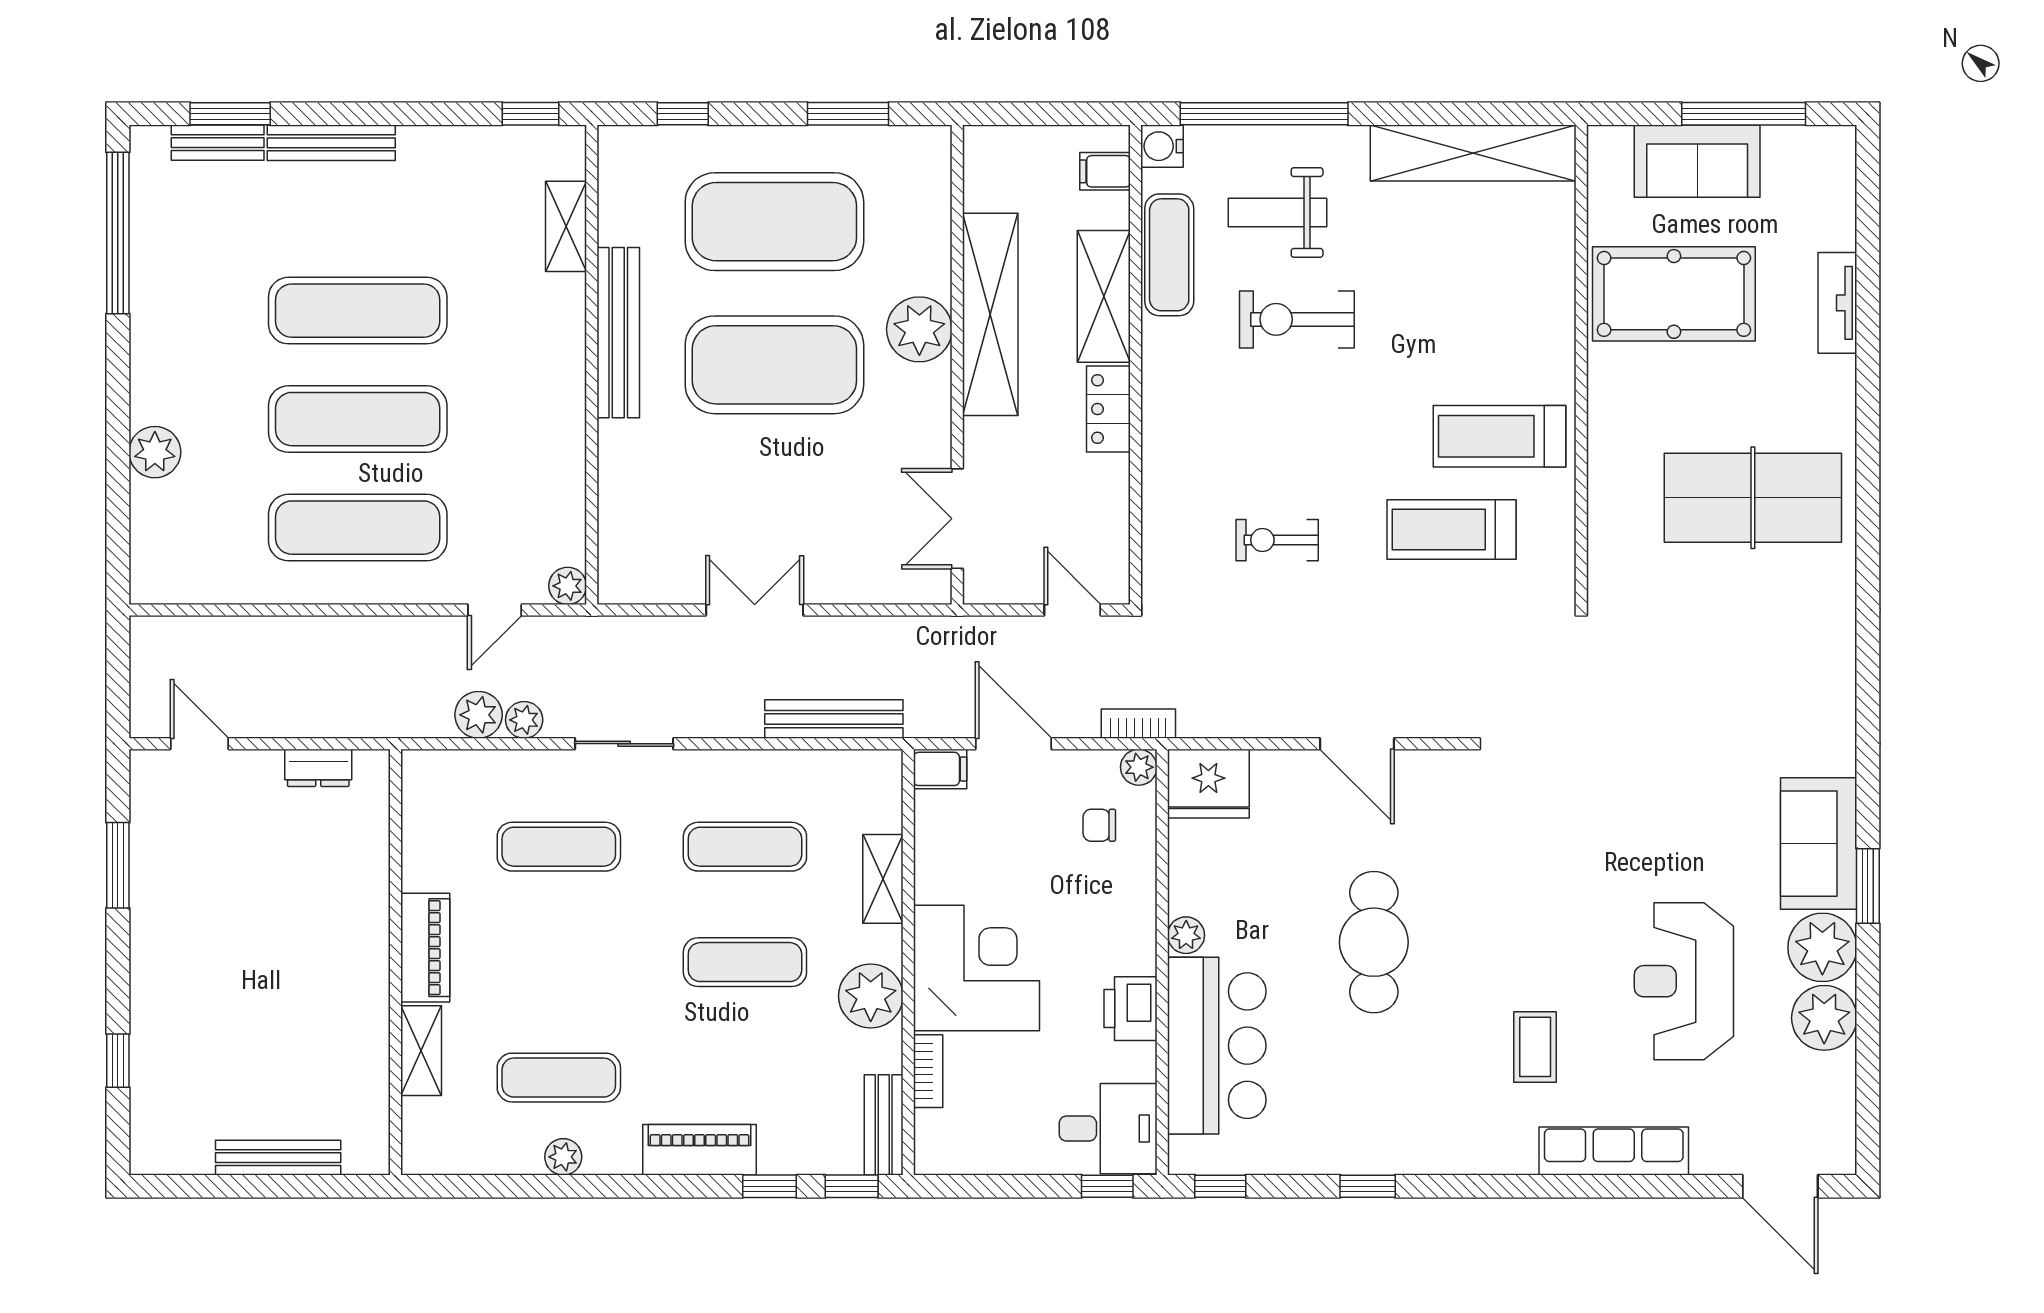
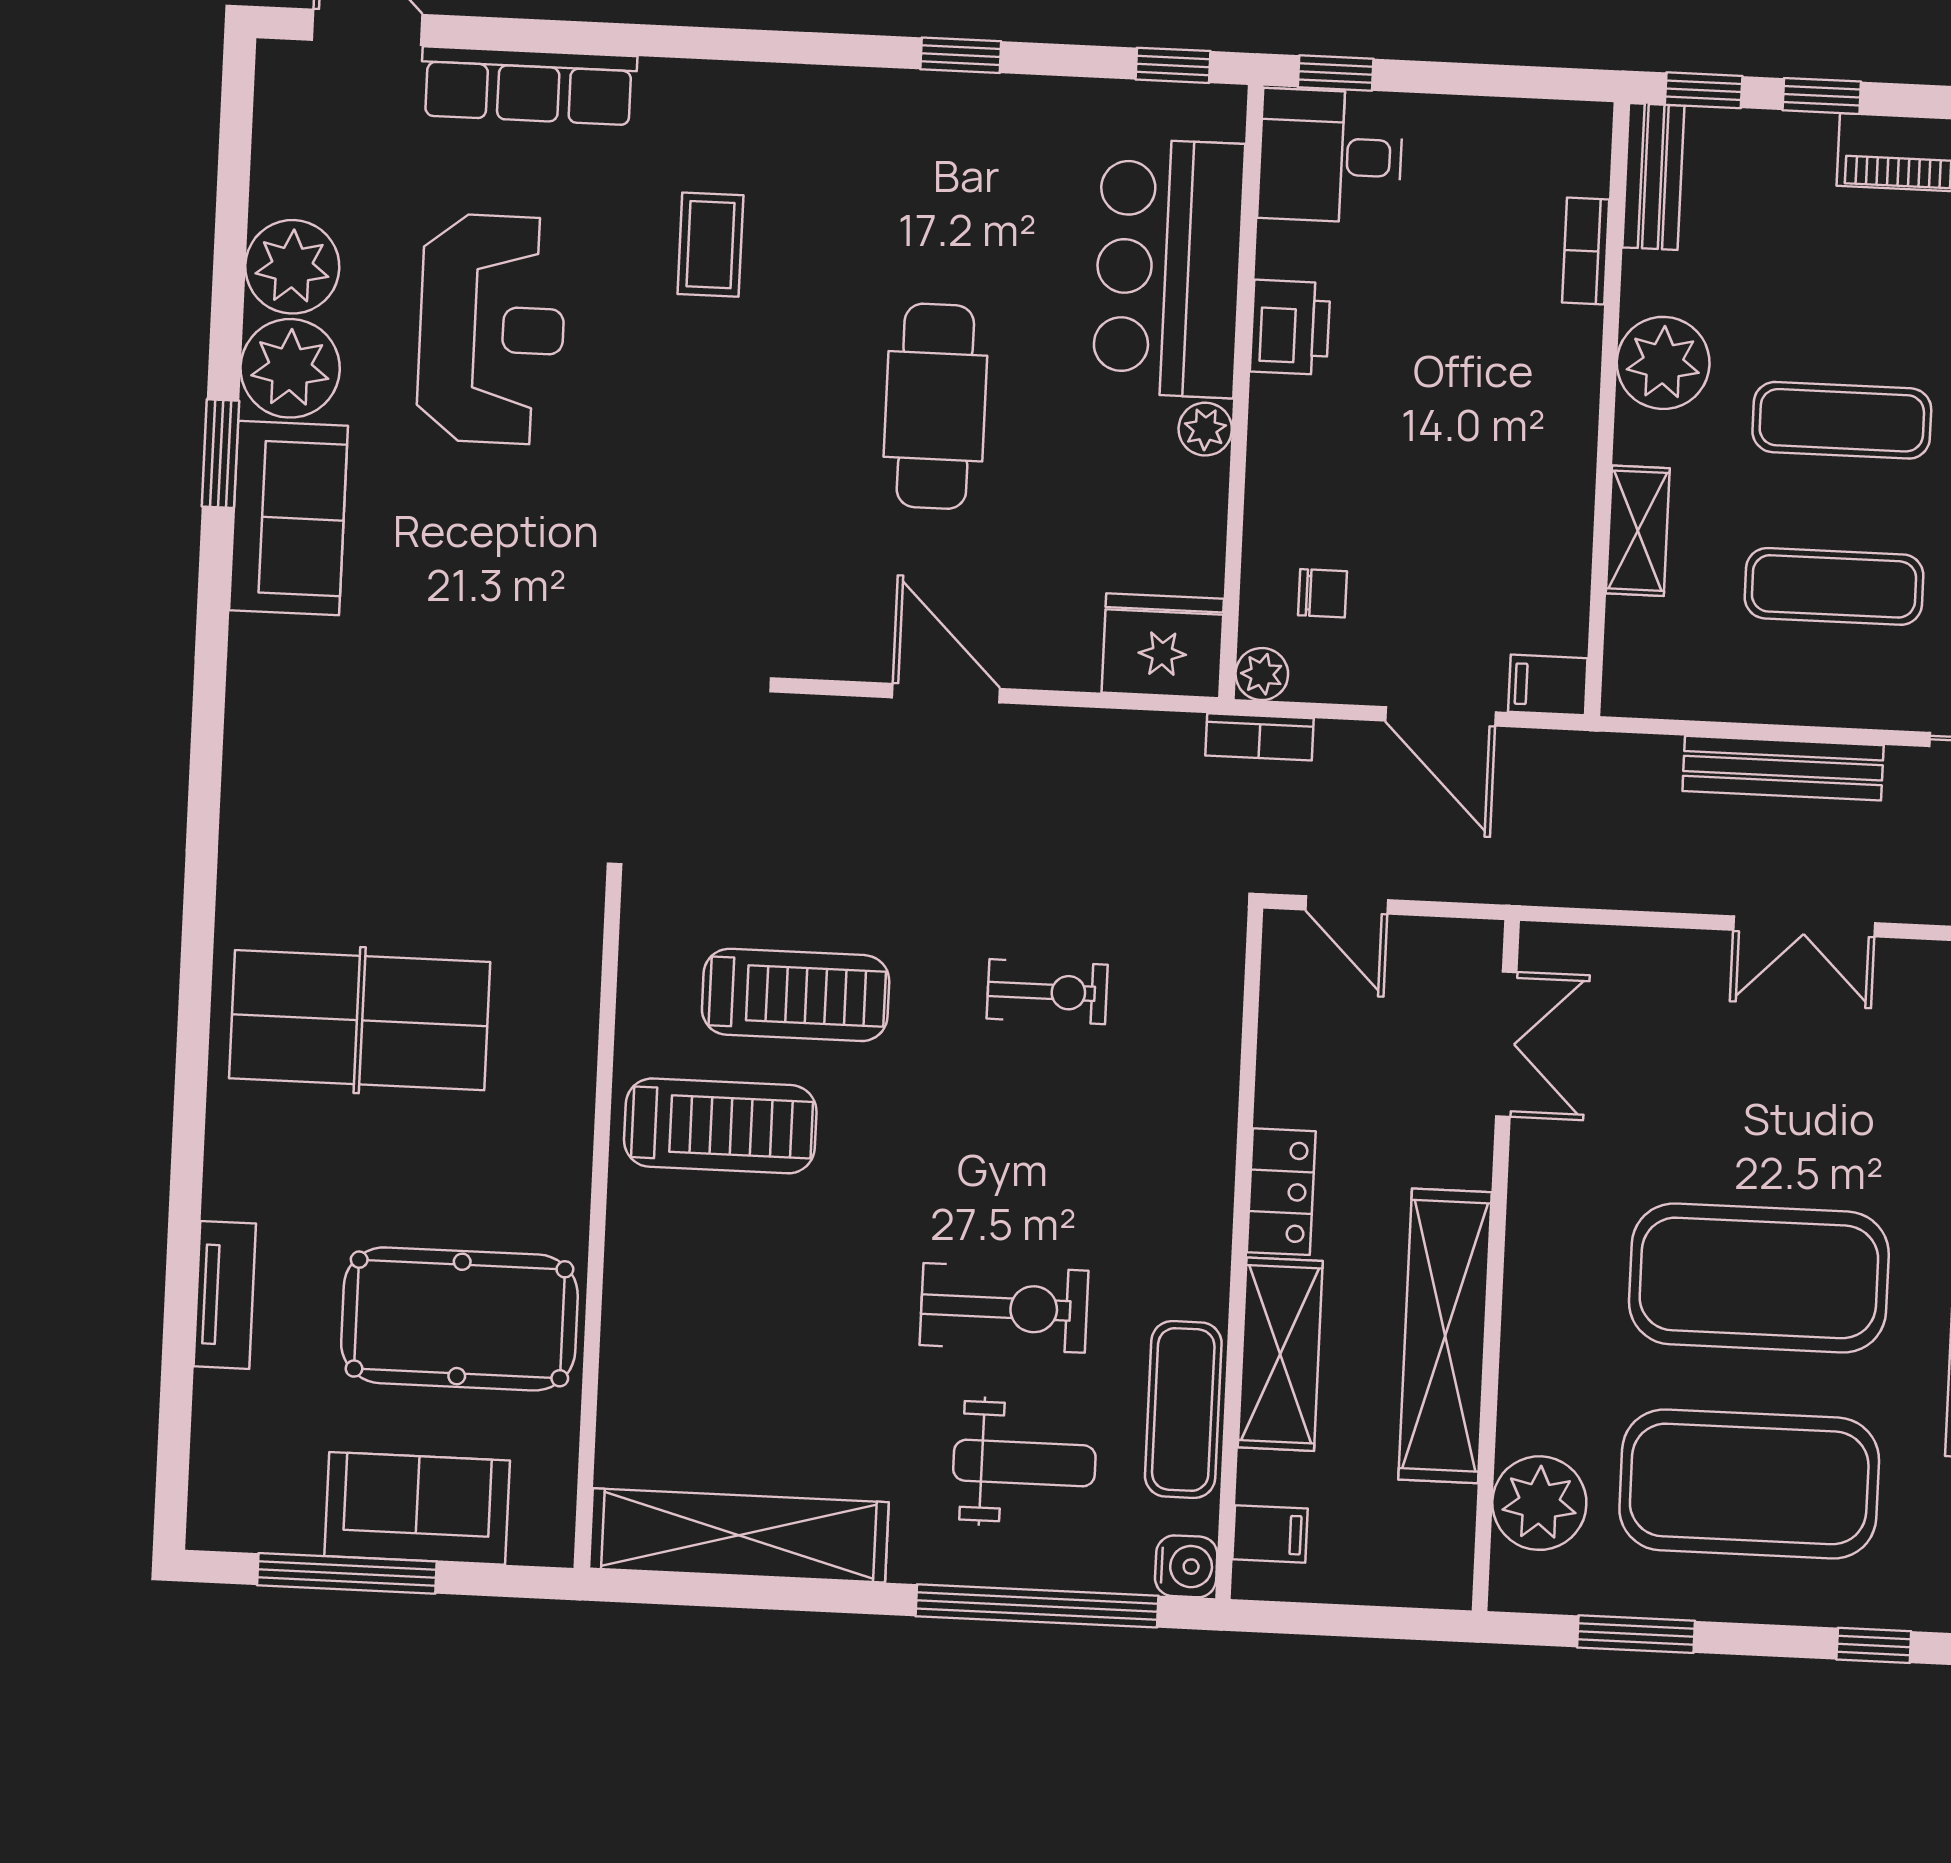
plant: (919, 329) -> (1539, 1503), moved
bench: (834, 719) -> (1783, 768), moved
corner desk: (976, 968) -> (1509, 396), removed
row of seats: (1614, 1151) -> (529, 86), moved

